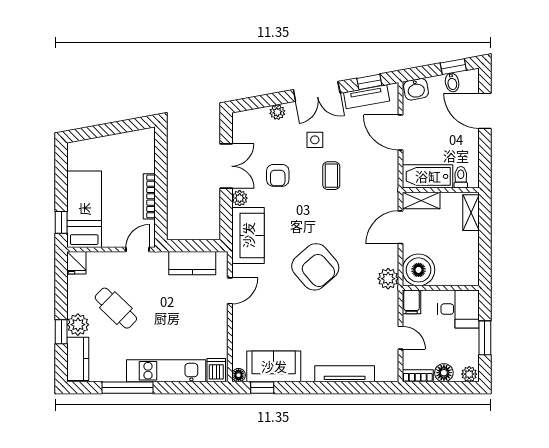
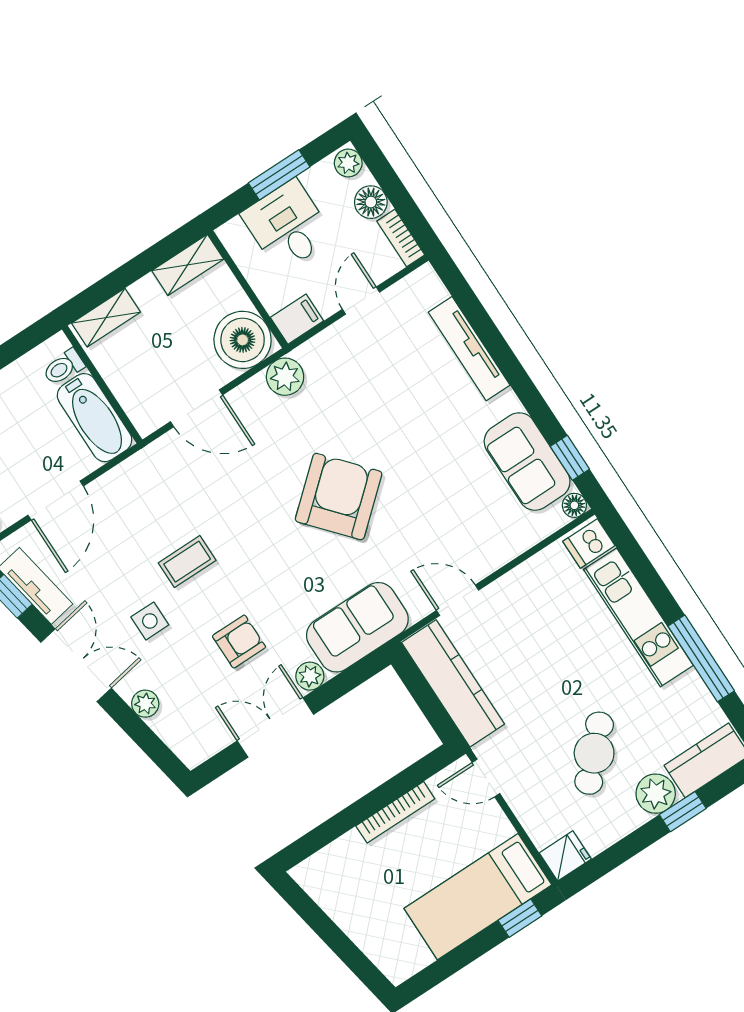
shelving: (421, 200) -> (188, 265), moved, turned 90
kitchen counter: (192, 263) -> (453, 683), width x1.50
desk: (458, 309) -> (287, 226), moved

